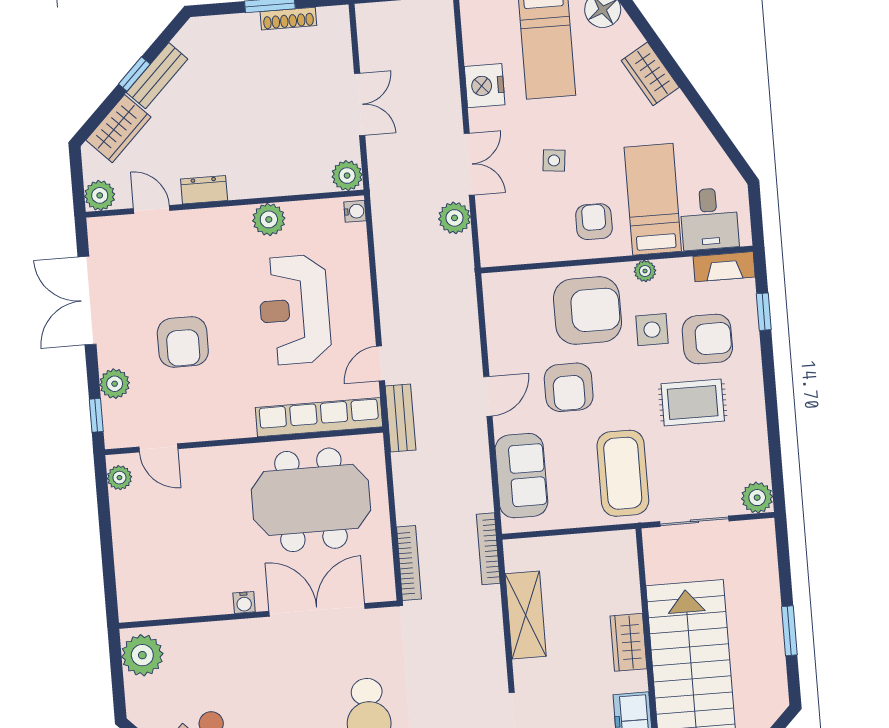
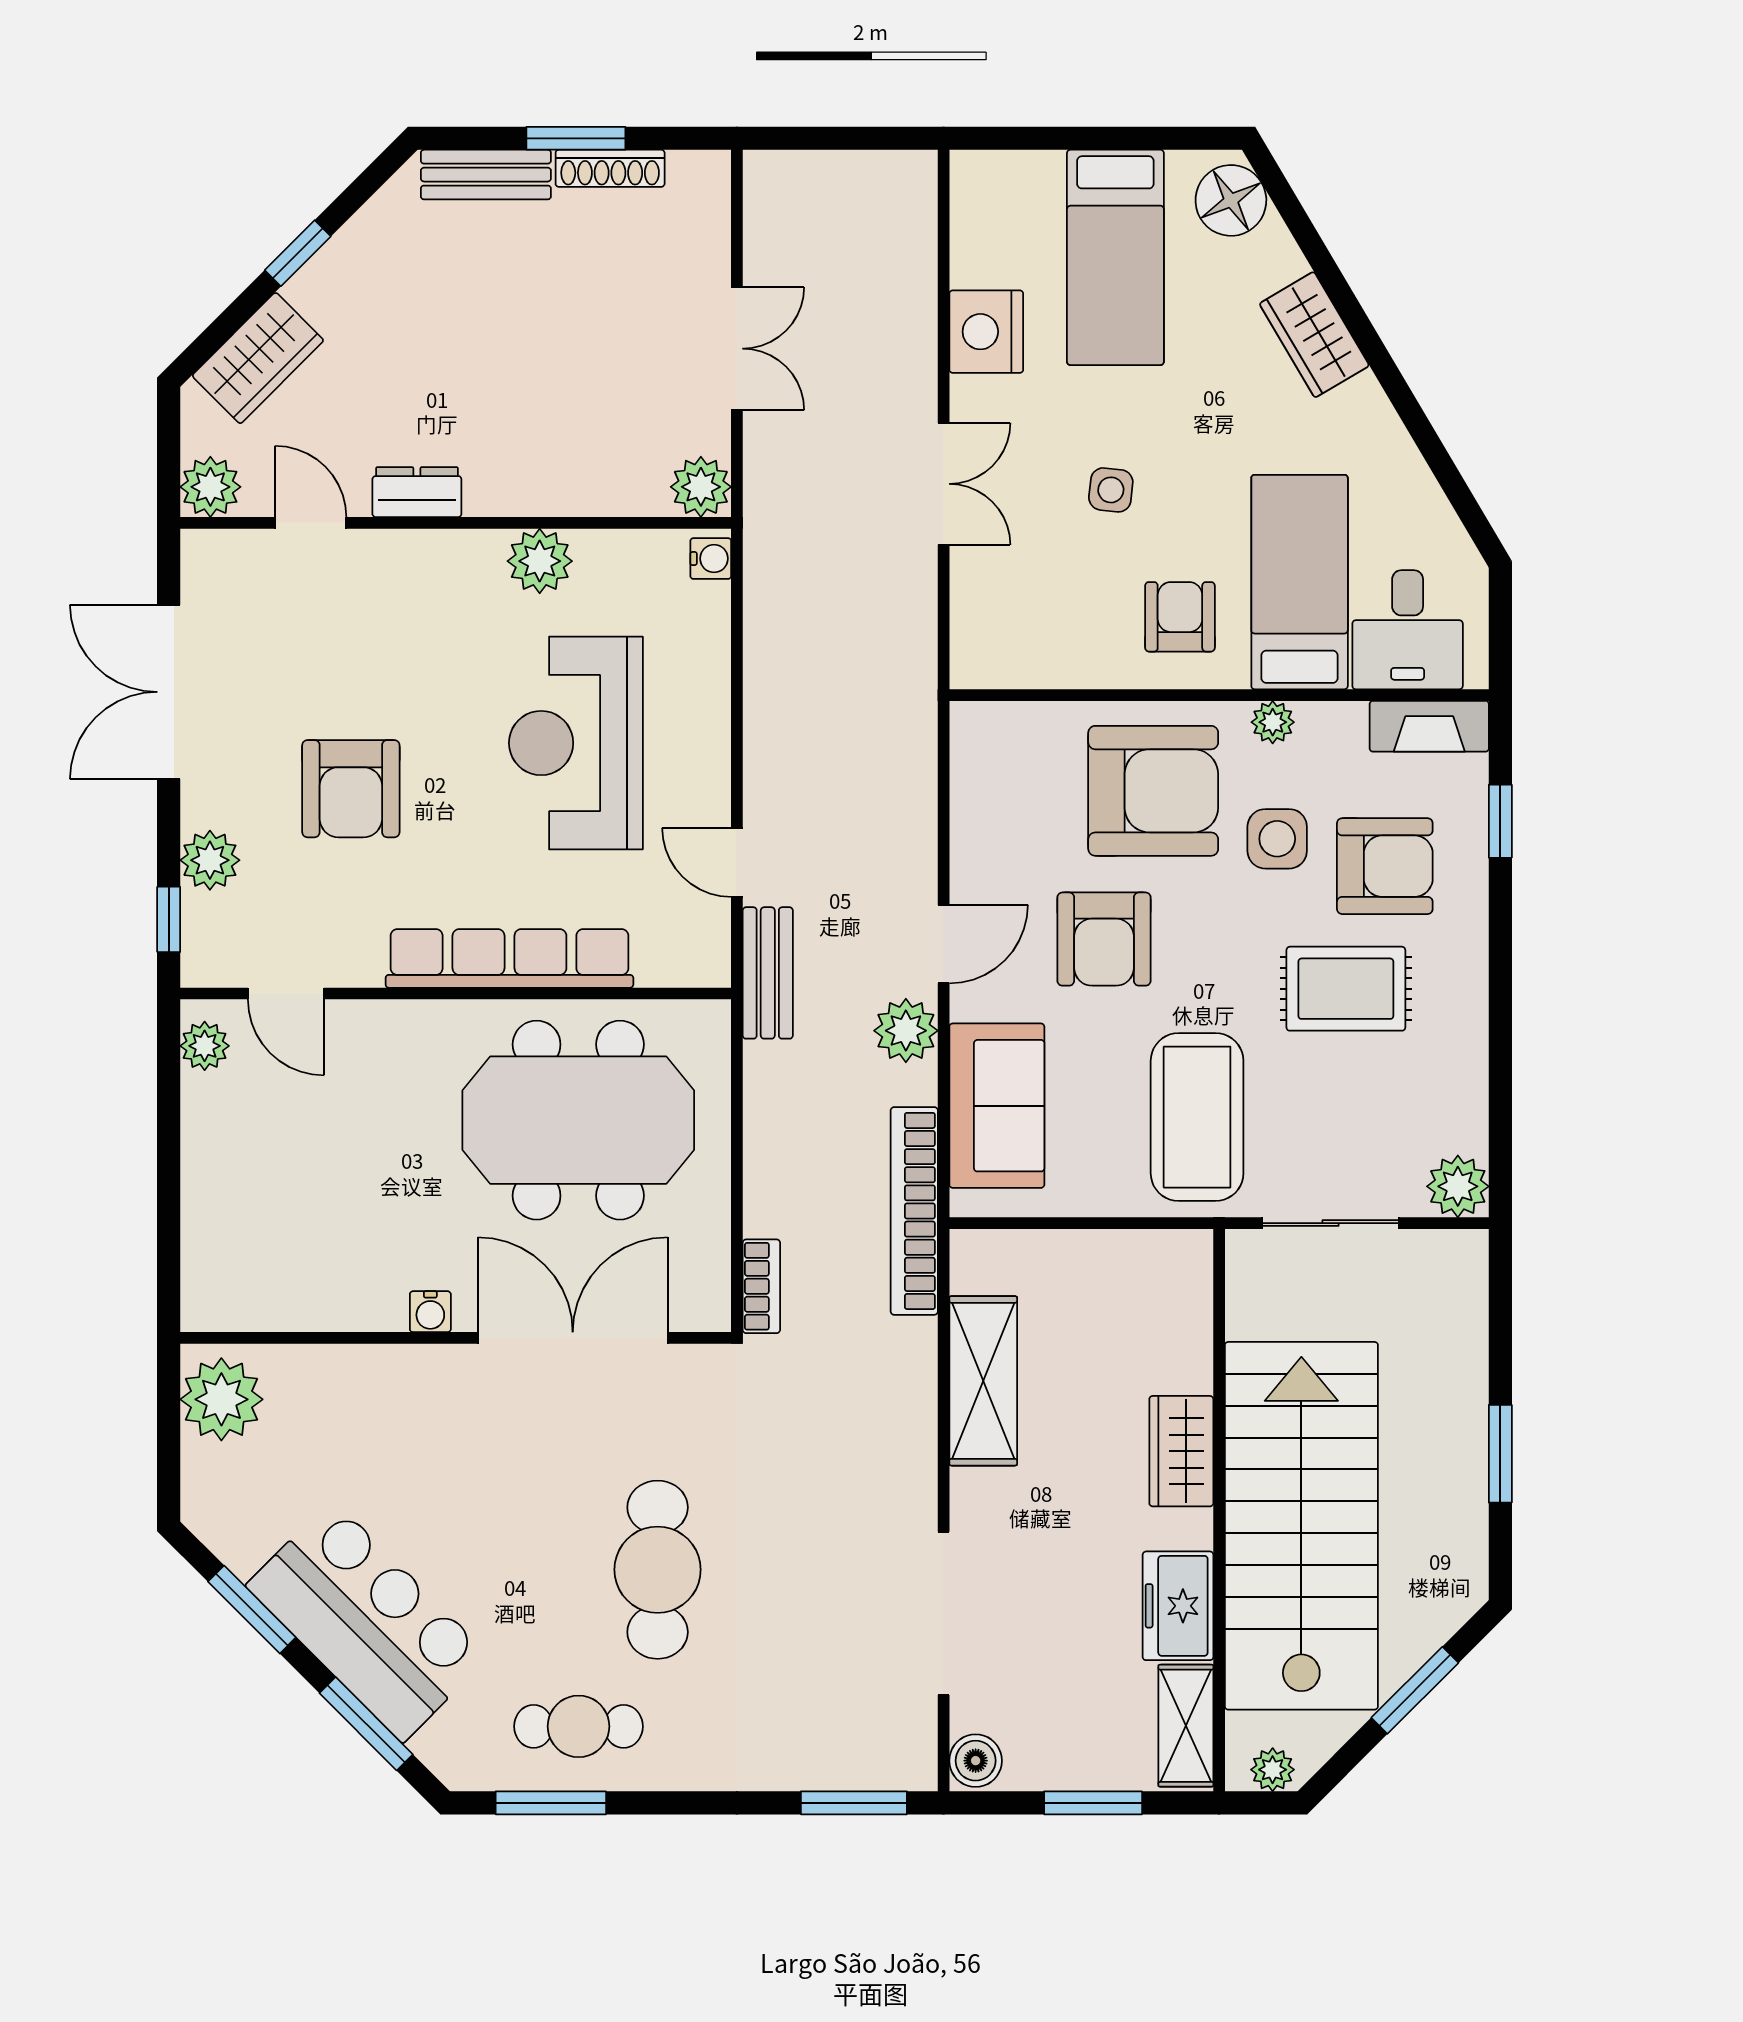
bench: (157, 76) -> (486, 175), moved, turned 45
plant: (455, 218) -> (906, 1031), moved
door: (380, 363) -> (737, 862), hinge flipped
row of seats: (319, 417) -> (509, 958), moved
bookcase: (488, 549) -> (914, 1211), width x1.48, depth x1.31
bookcase: (409, 563) -> (761, 1286), width x0.64

